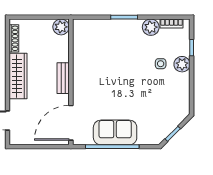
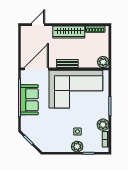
corner sofa: (100, 66) -> (76, 89), added
door: (71, 123) -> (36, 69), hinge flipped

